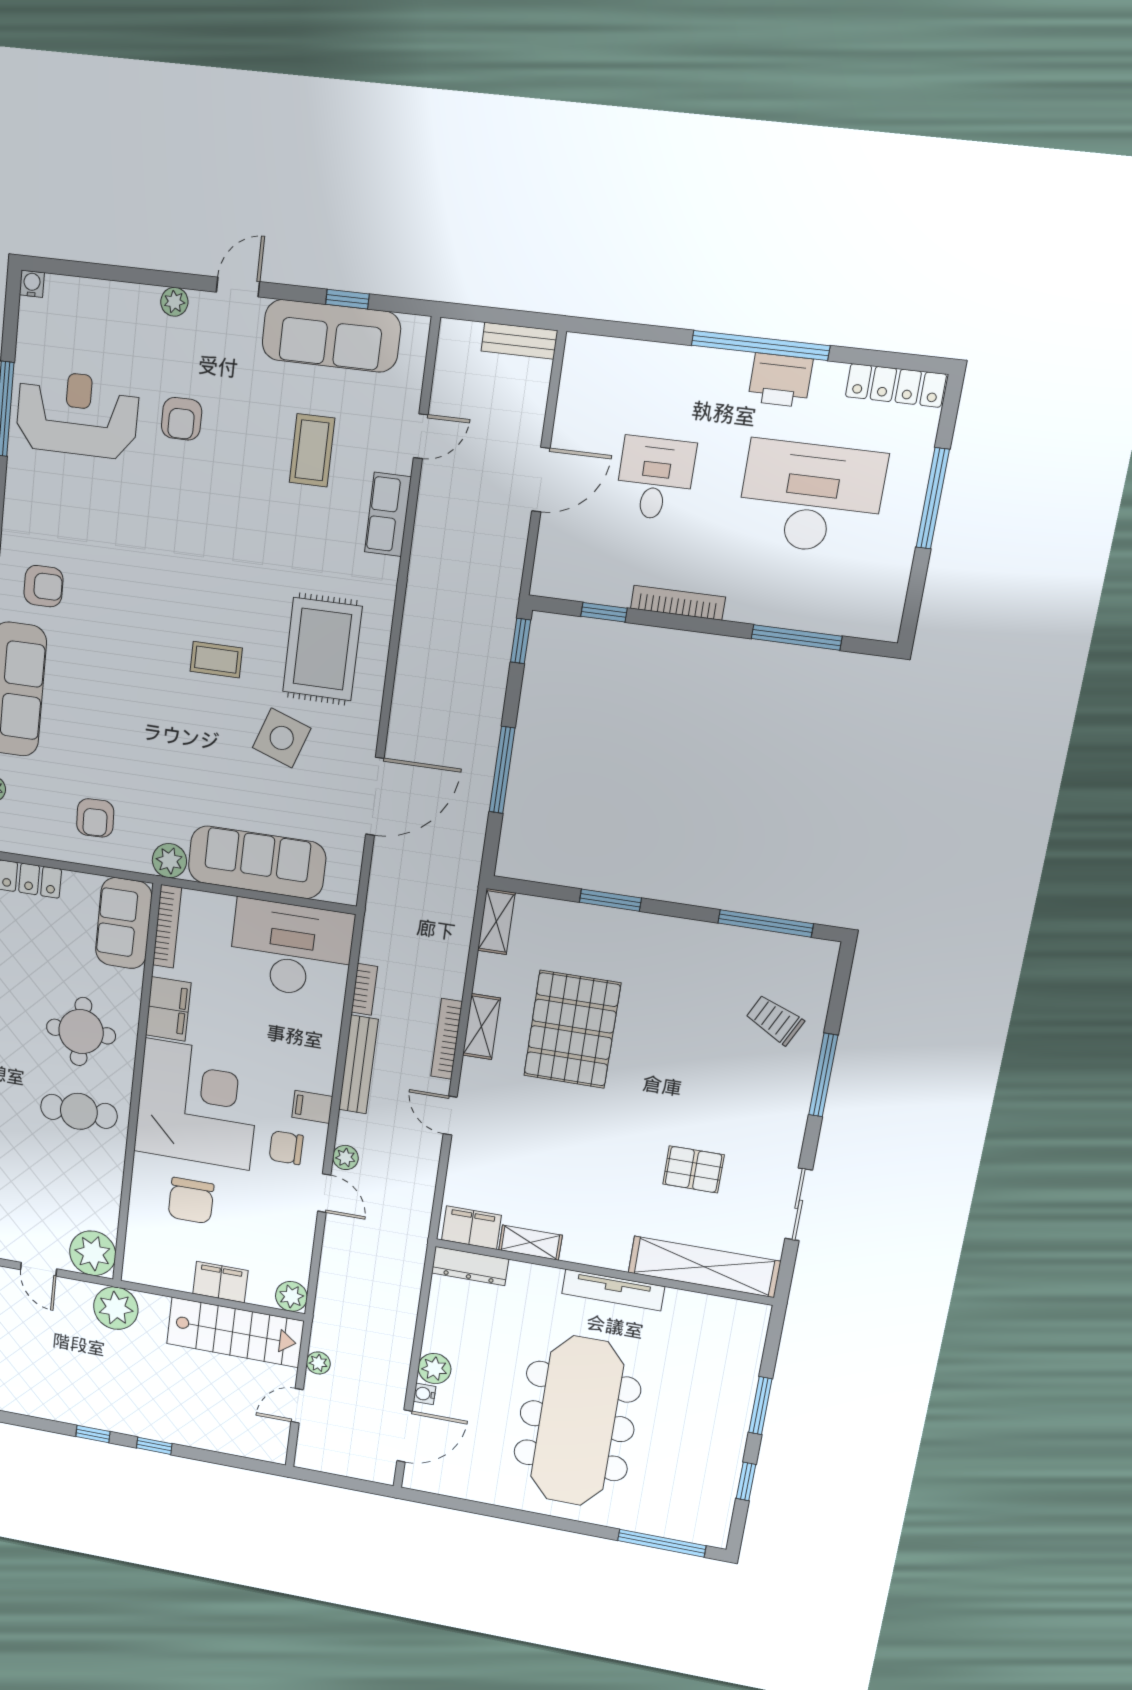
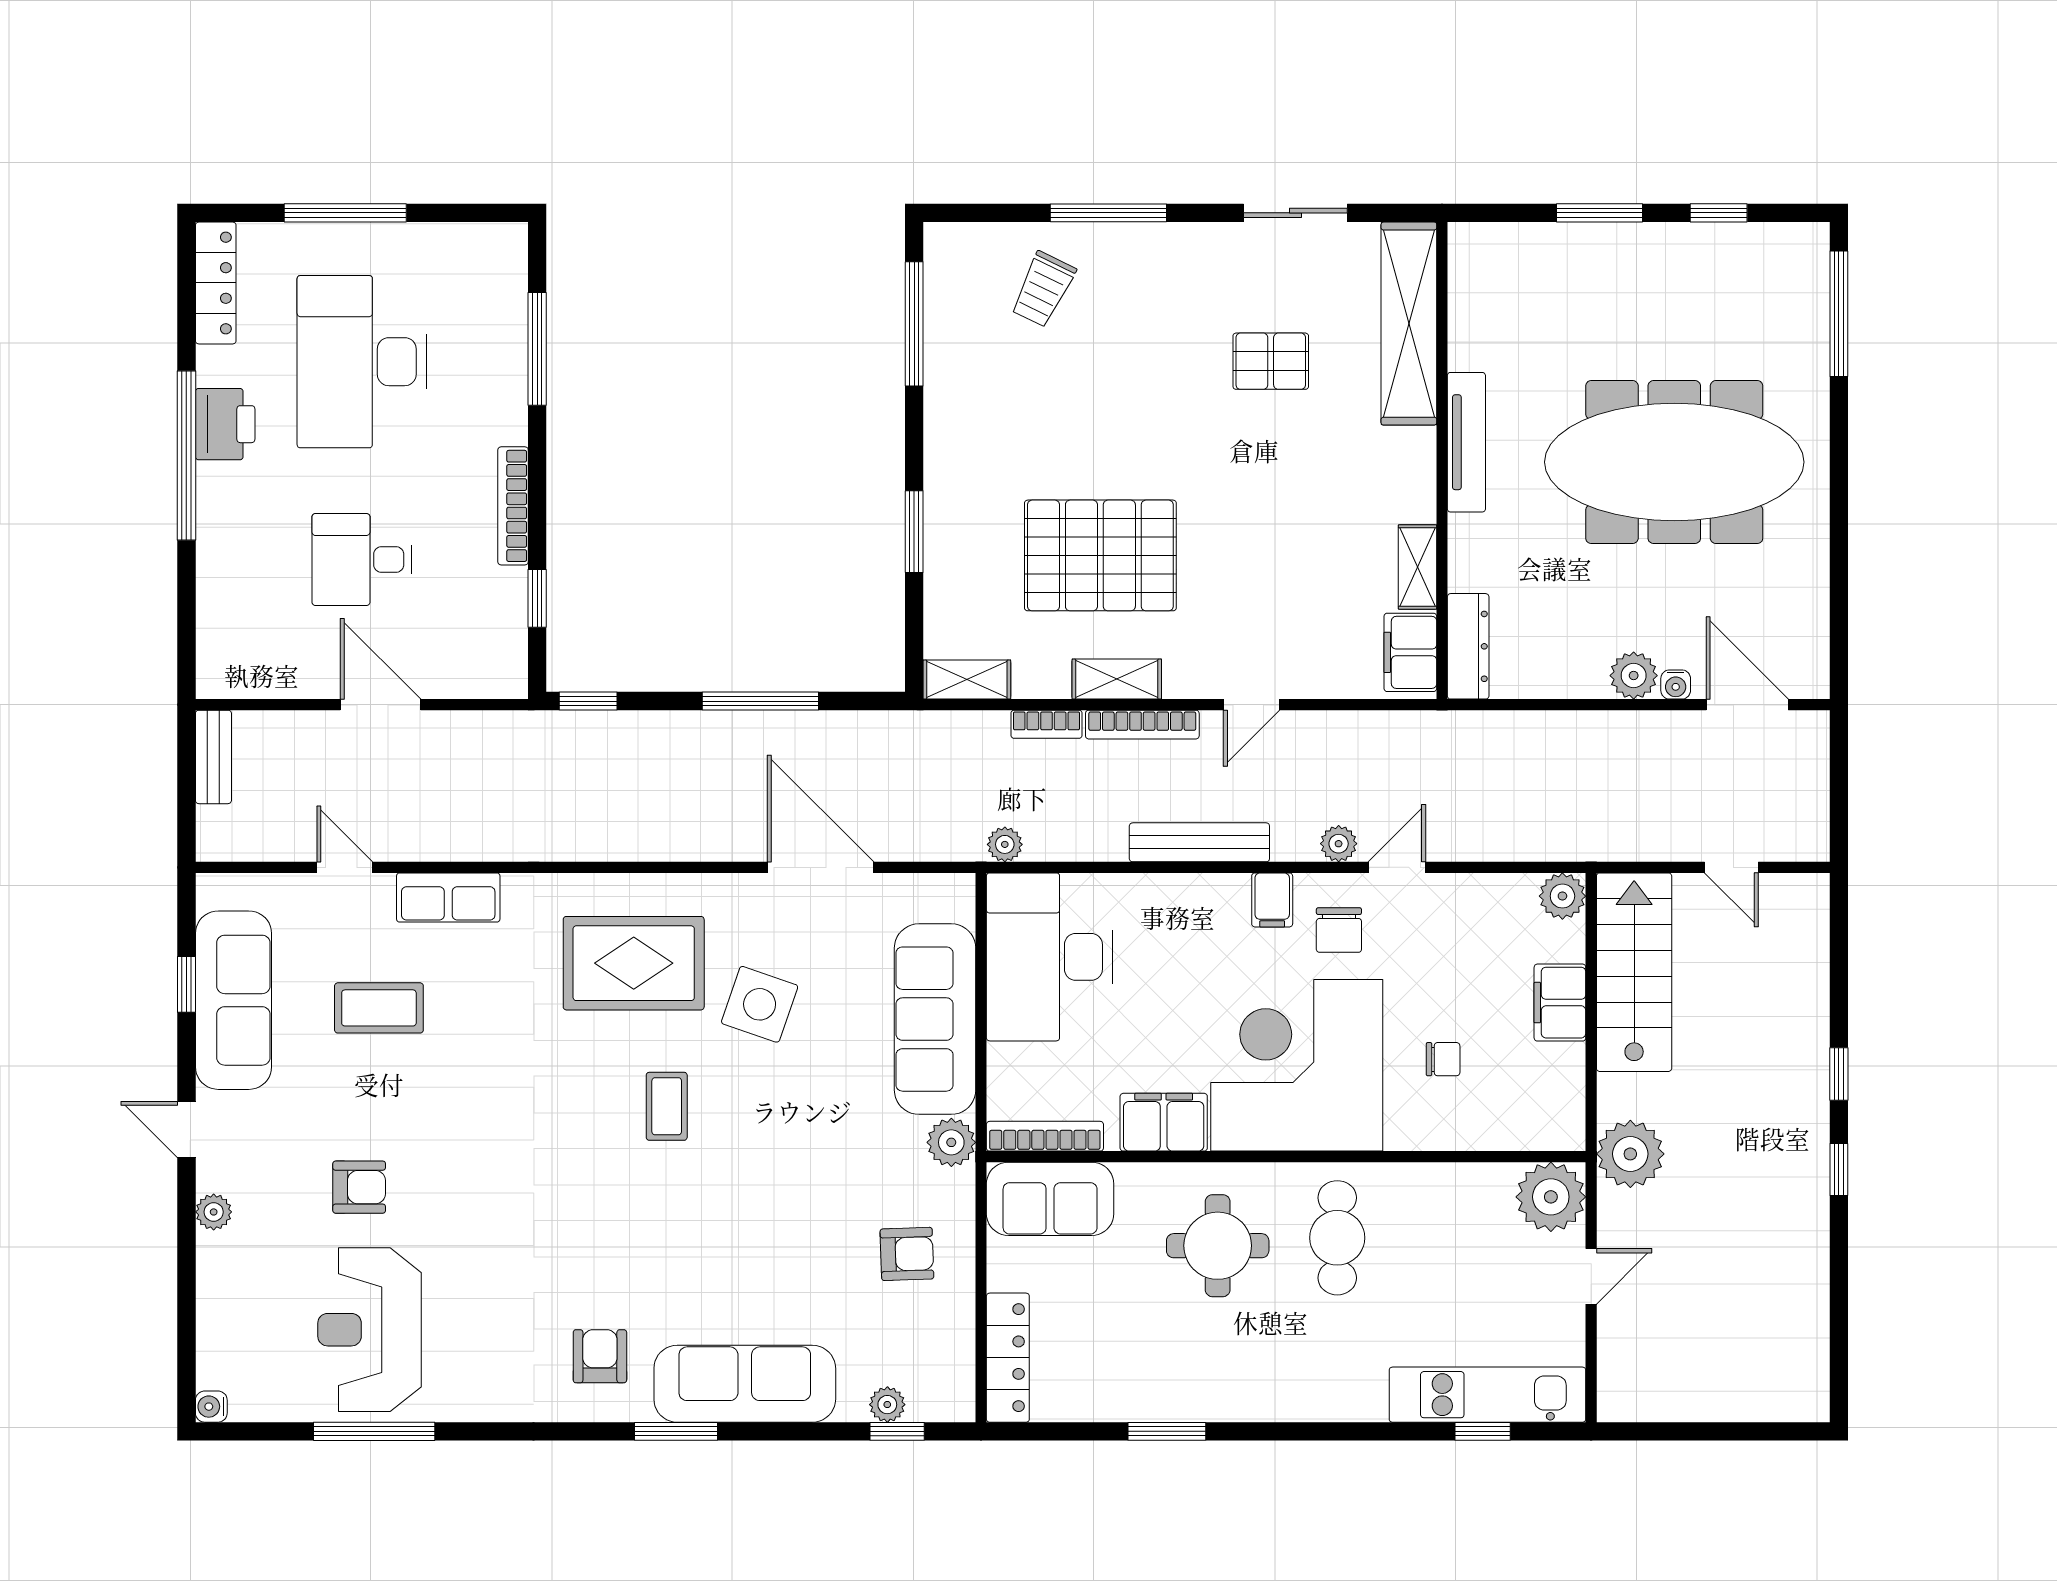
bookcase: (364, 989) -> (1047, 724), moved, turned 180
pallet: (693, 1169) -> (1271, 361), turned 90
chair: (191, 1201) -> (1443, 1059), width x0.54, depth x0.54
plant: (318, 1363) -> (1005, 844), moved

